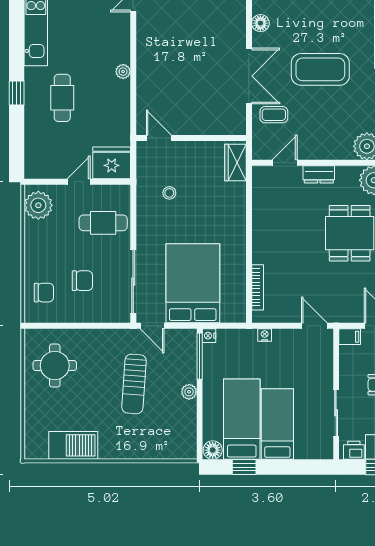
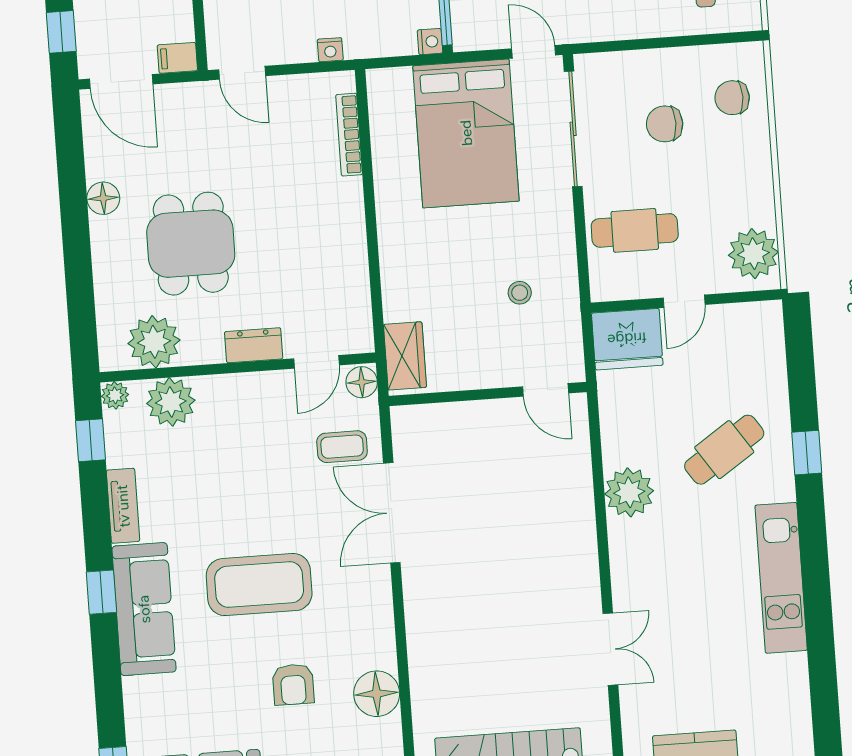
floor lamp: (260, 23) -> (362, 382), moved
coffee table: (320, 69) -> (259, 585), moved
plant: (123, 72) -> (629, 492), width x1.88, depth x1.88
cafe table: (62, 98) -> (724, 450), turned 56

